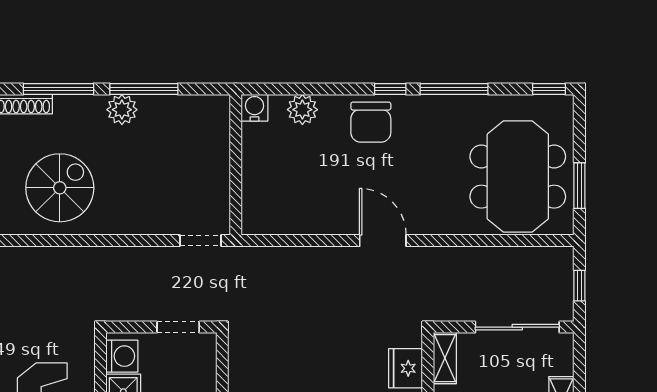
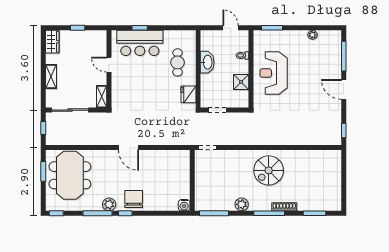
window: (144, 89) -> (214, 213), moved
plant: (302, 110) -> (109, 204), moved
washing machine: (122, 356) -> (242, 97), removed
fridge: (405, 368) -> (188, 94), moved, turned 180

